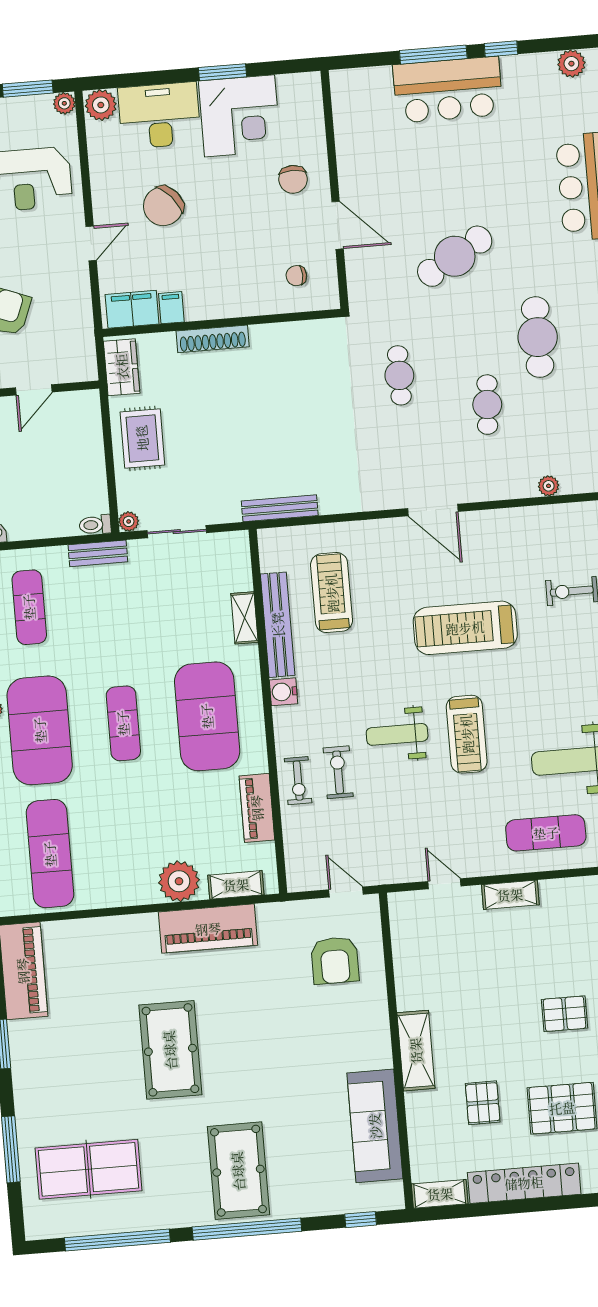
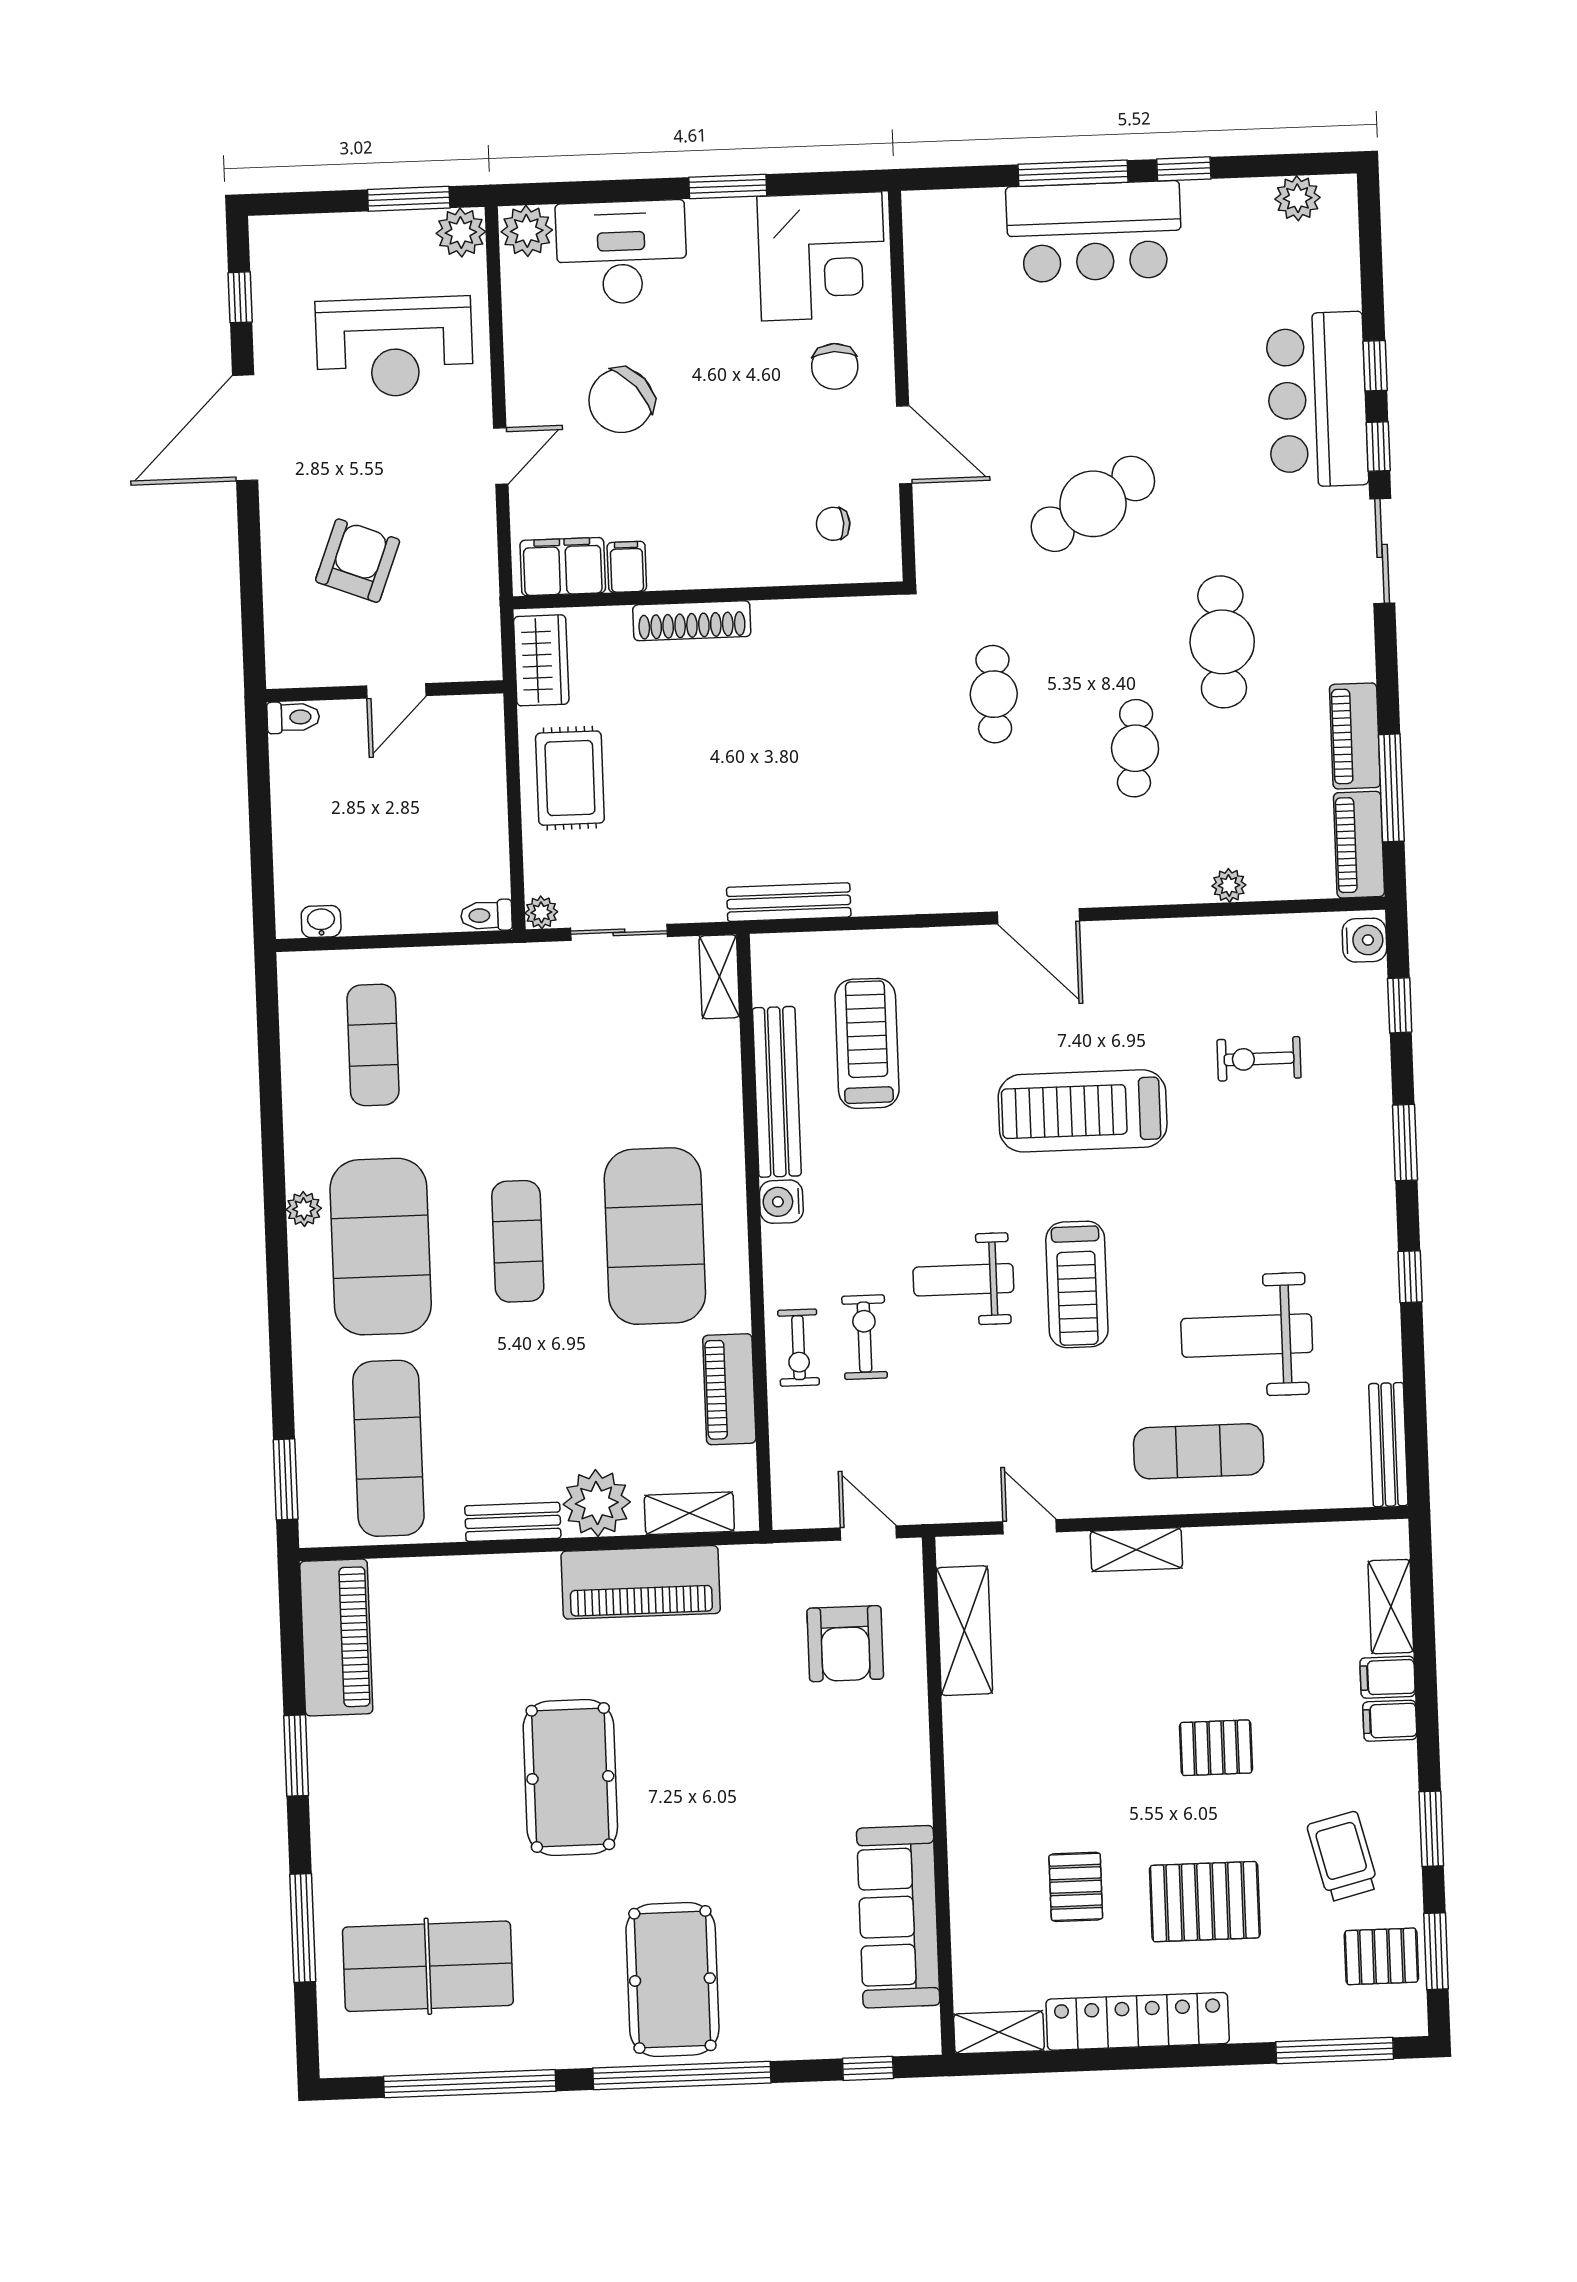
plant: (64, 103) -> (461, 232), width x1.38, depth x1.38
corner desk: (240, 116) -> (822, 256), moved
bench: (98, 553) -> (513, 1522), moved
shelving: (245, 618) -> (719, 977), moved
shelving: (416, 1051) -> (964, 1631), moved

